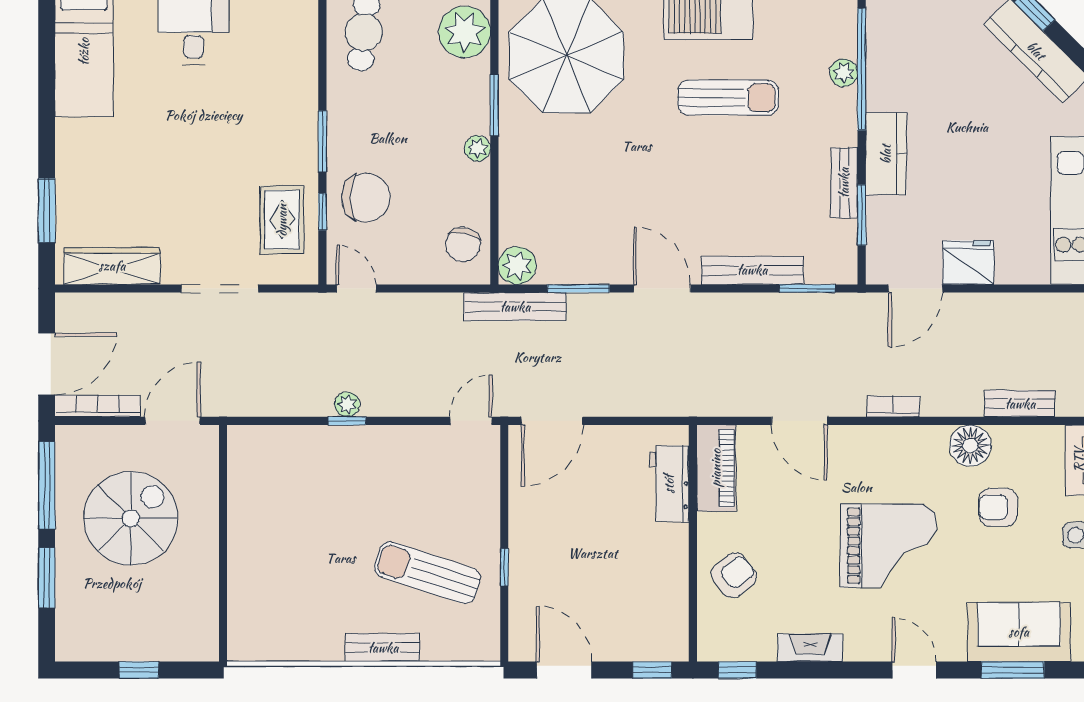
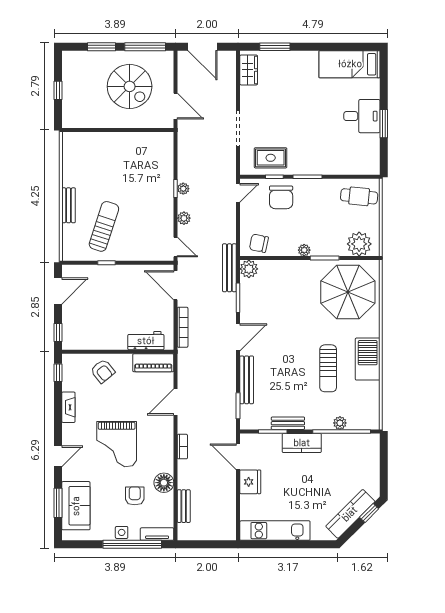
wardrobe: (112, 266) -> (249, 70), width x0.67
plant: (410, 403) -> (184, 218), added
bookcase: (98, 406) -> (183, 327), moved

